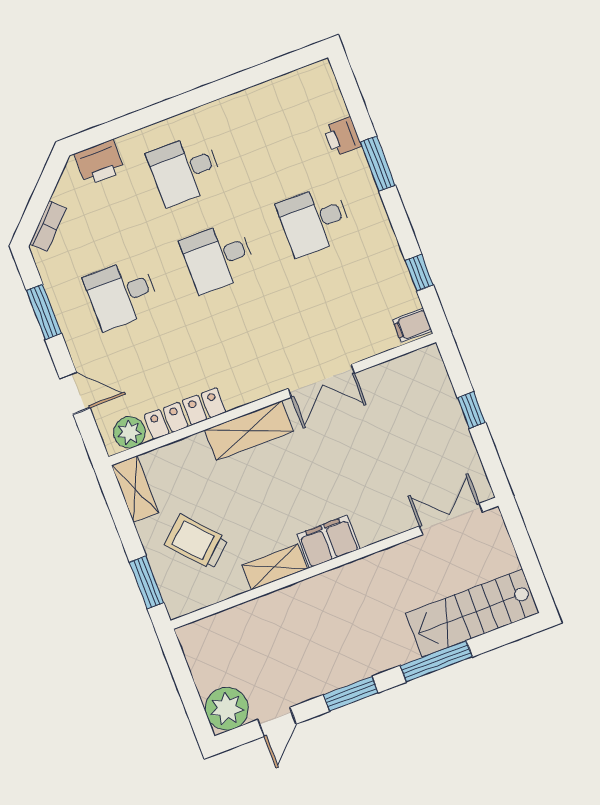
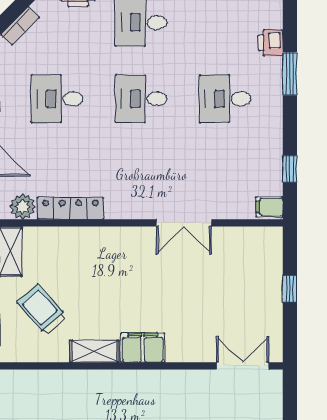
shelving: (249, 431) -> (114, 240), removed

